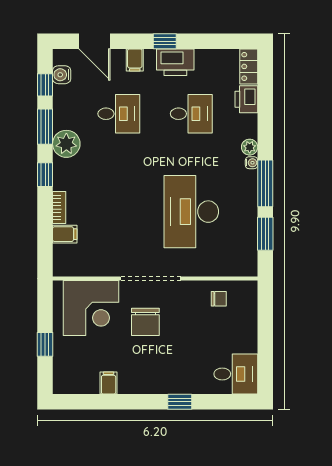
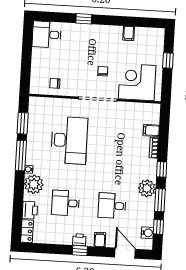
printer: (175, 62) -> (79, 240), width x0.53, depth x0.68
plant: (250, 147) -> (34, 184), width x1.88, depth x1.88
chair: (145, 322) -> (103, 71), width x0.54, depth x0.54

